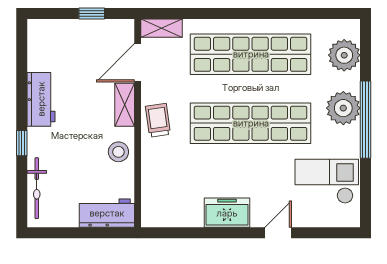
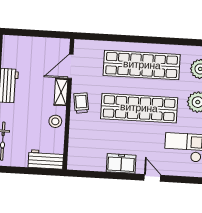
window: (92, 14) -> (44, 34), removed
shelving: (161, 28) -> (87, 45), removed
door: (278, 233) -> (152, 178), hinge flipped

